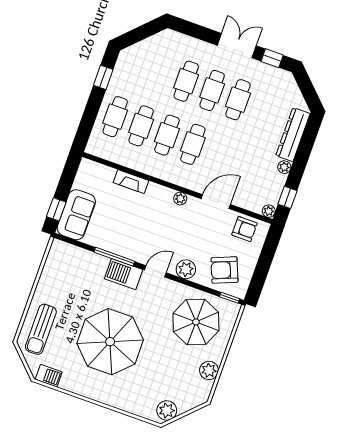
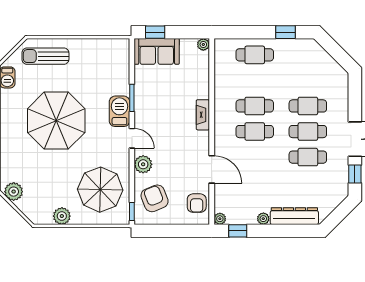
cafe table: (141, 126) -> (255, 80), removed
fireplace: (131, 182) -> (203, 115), moved
plant: (180, 199) -> (203, 44), moved
window: (114, 257) -> (132, 98), width x0.69

